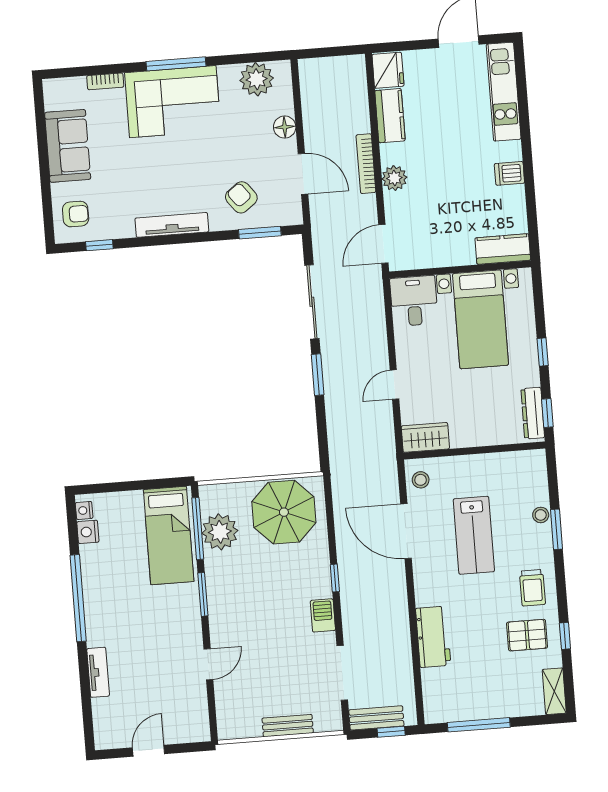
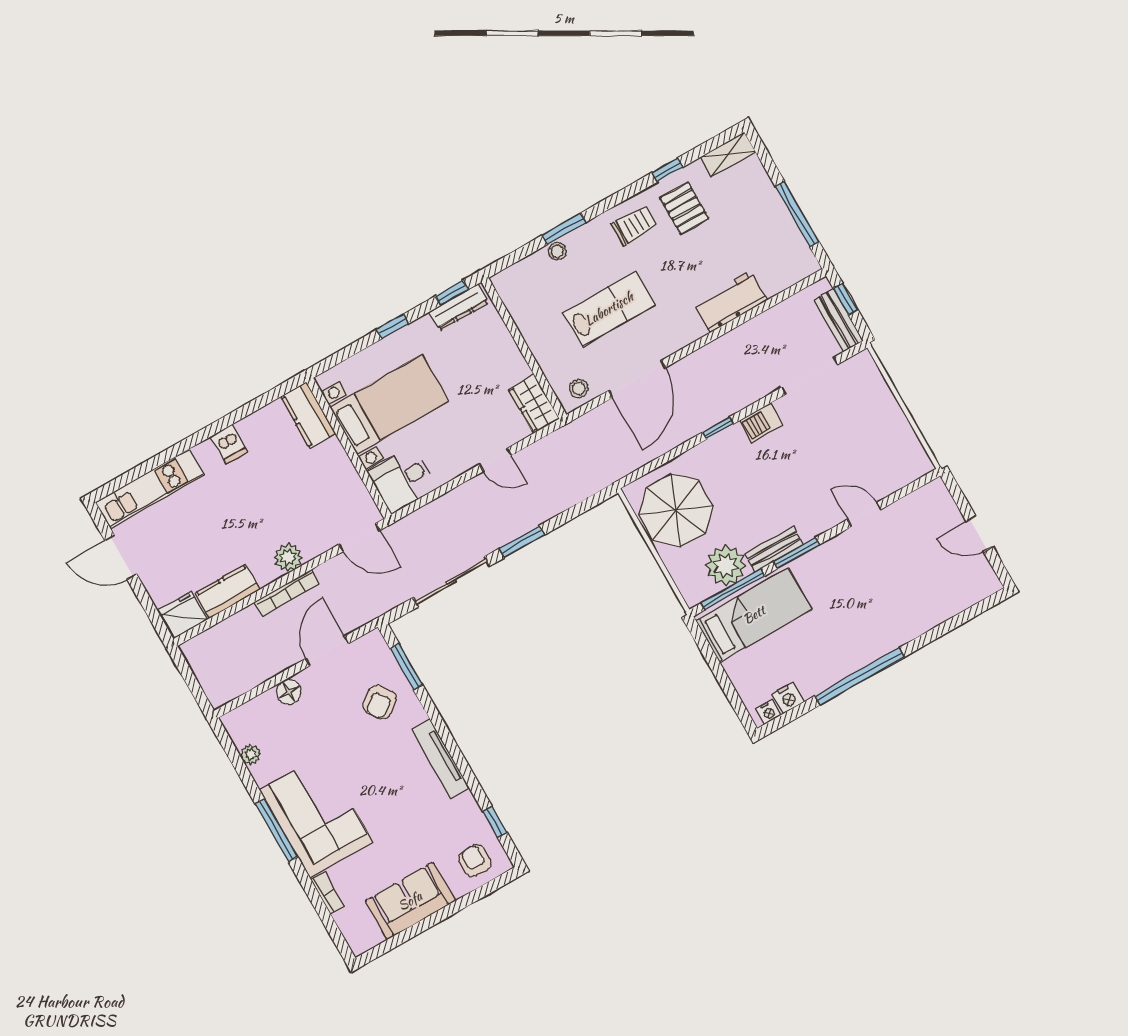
plant: (257, 79) -> (251, 754), width x0.53, depth x0.53
tv unit: (98, 672) -> (924, 621), removed
bench: (288, 726) -> (774, 549), moved, turned 90

